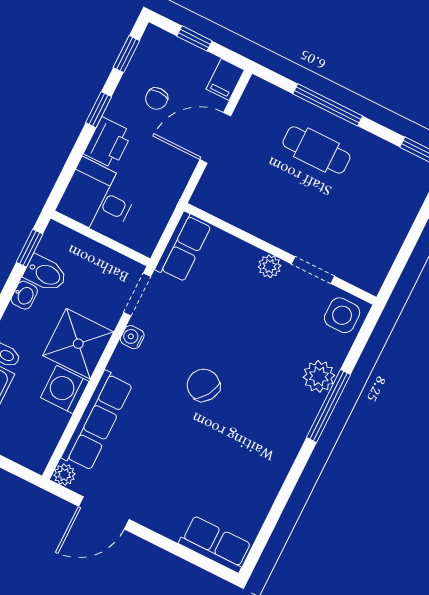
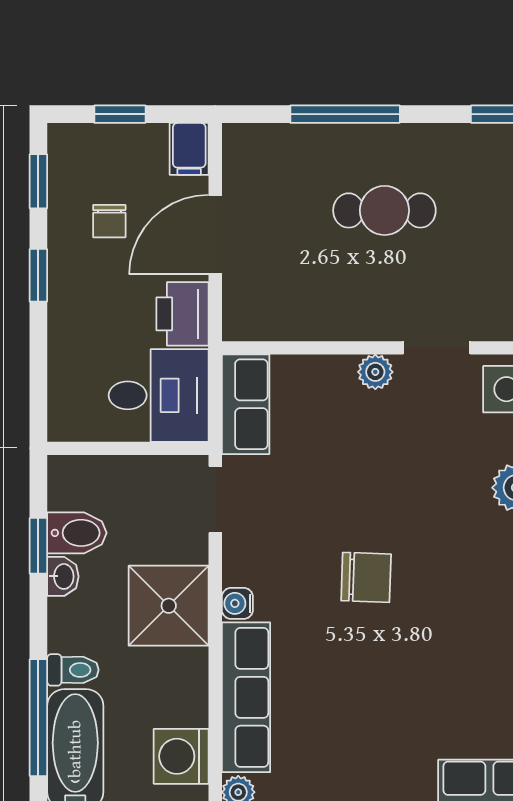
printer: (108, 143) -> (183, 314), moved, turned 180
cafe table: (316, 150) -> (384, 210), moved
desk: (98, 198) -> (159, 395), moved, turned 180
window: (30, 248) -> (38, 546), moved
water cooler: (132, 337) -> (237, 603), moved
chair: (203, 385) -> (366, 577), turned 150
washing machine: (65, 389) -> (181, 756), moved

